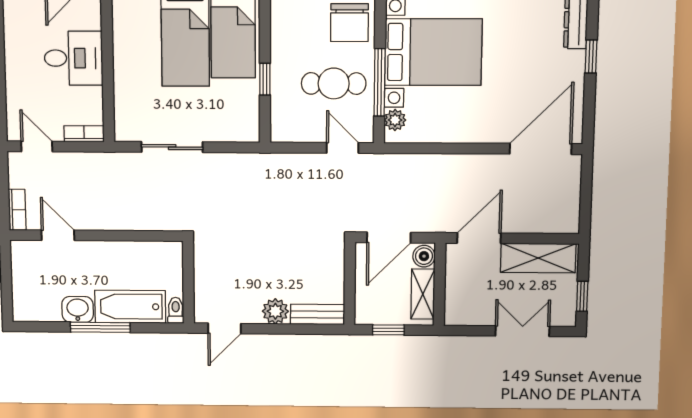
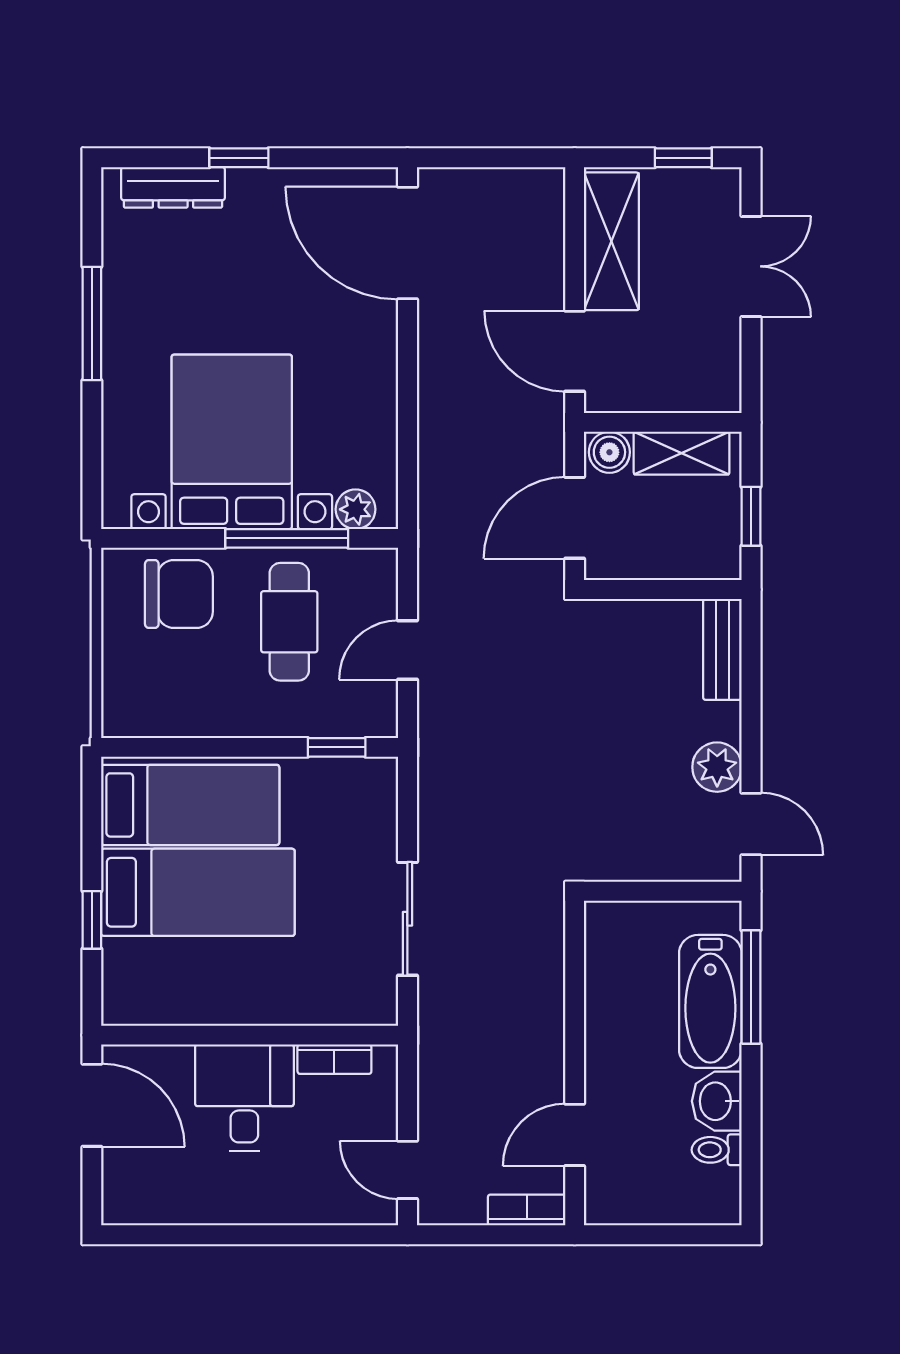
window: (265, 79) -> (337, 747), moved
bookcase: (84, 134) -> (334, 1059), moved, turned -90
door: (37, 146) -> (407, 1170), hinge flipped
door: (342, 148) -> (407, 650), moved
door: (389, 238) -> (575, 518), swing flipped
toilet: (176, 310) -> (717, 1150), moved
plant: (275, 311) -> (717, 767), moved
window: (100, 327) -> (751, 987), moved
double door: (522, 331) -> (751, 266), swing flipped

